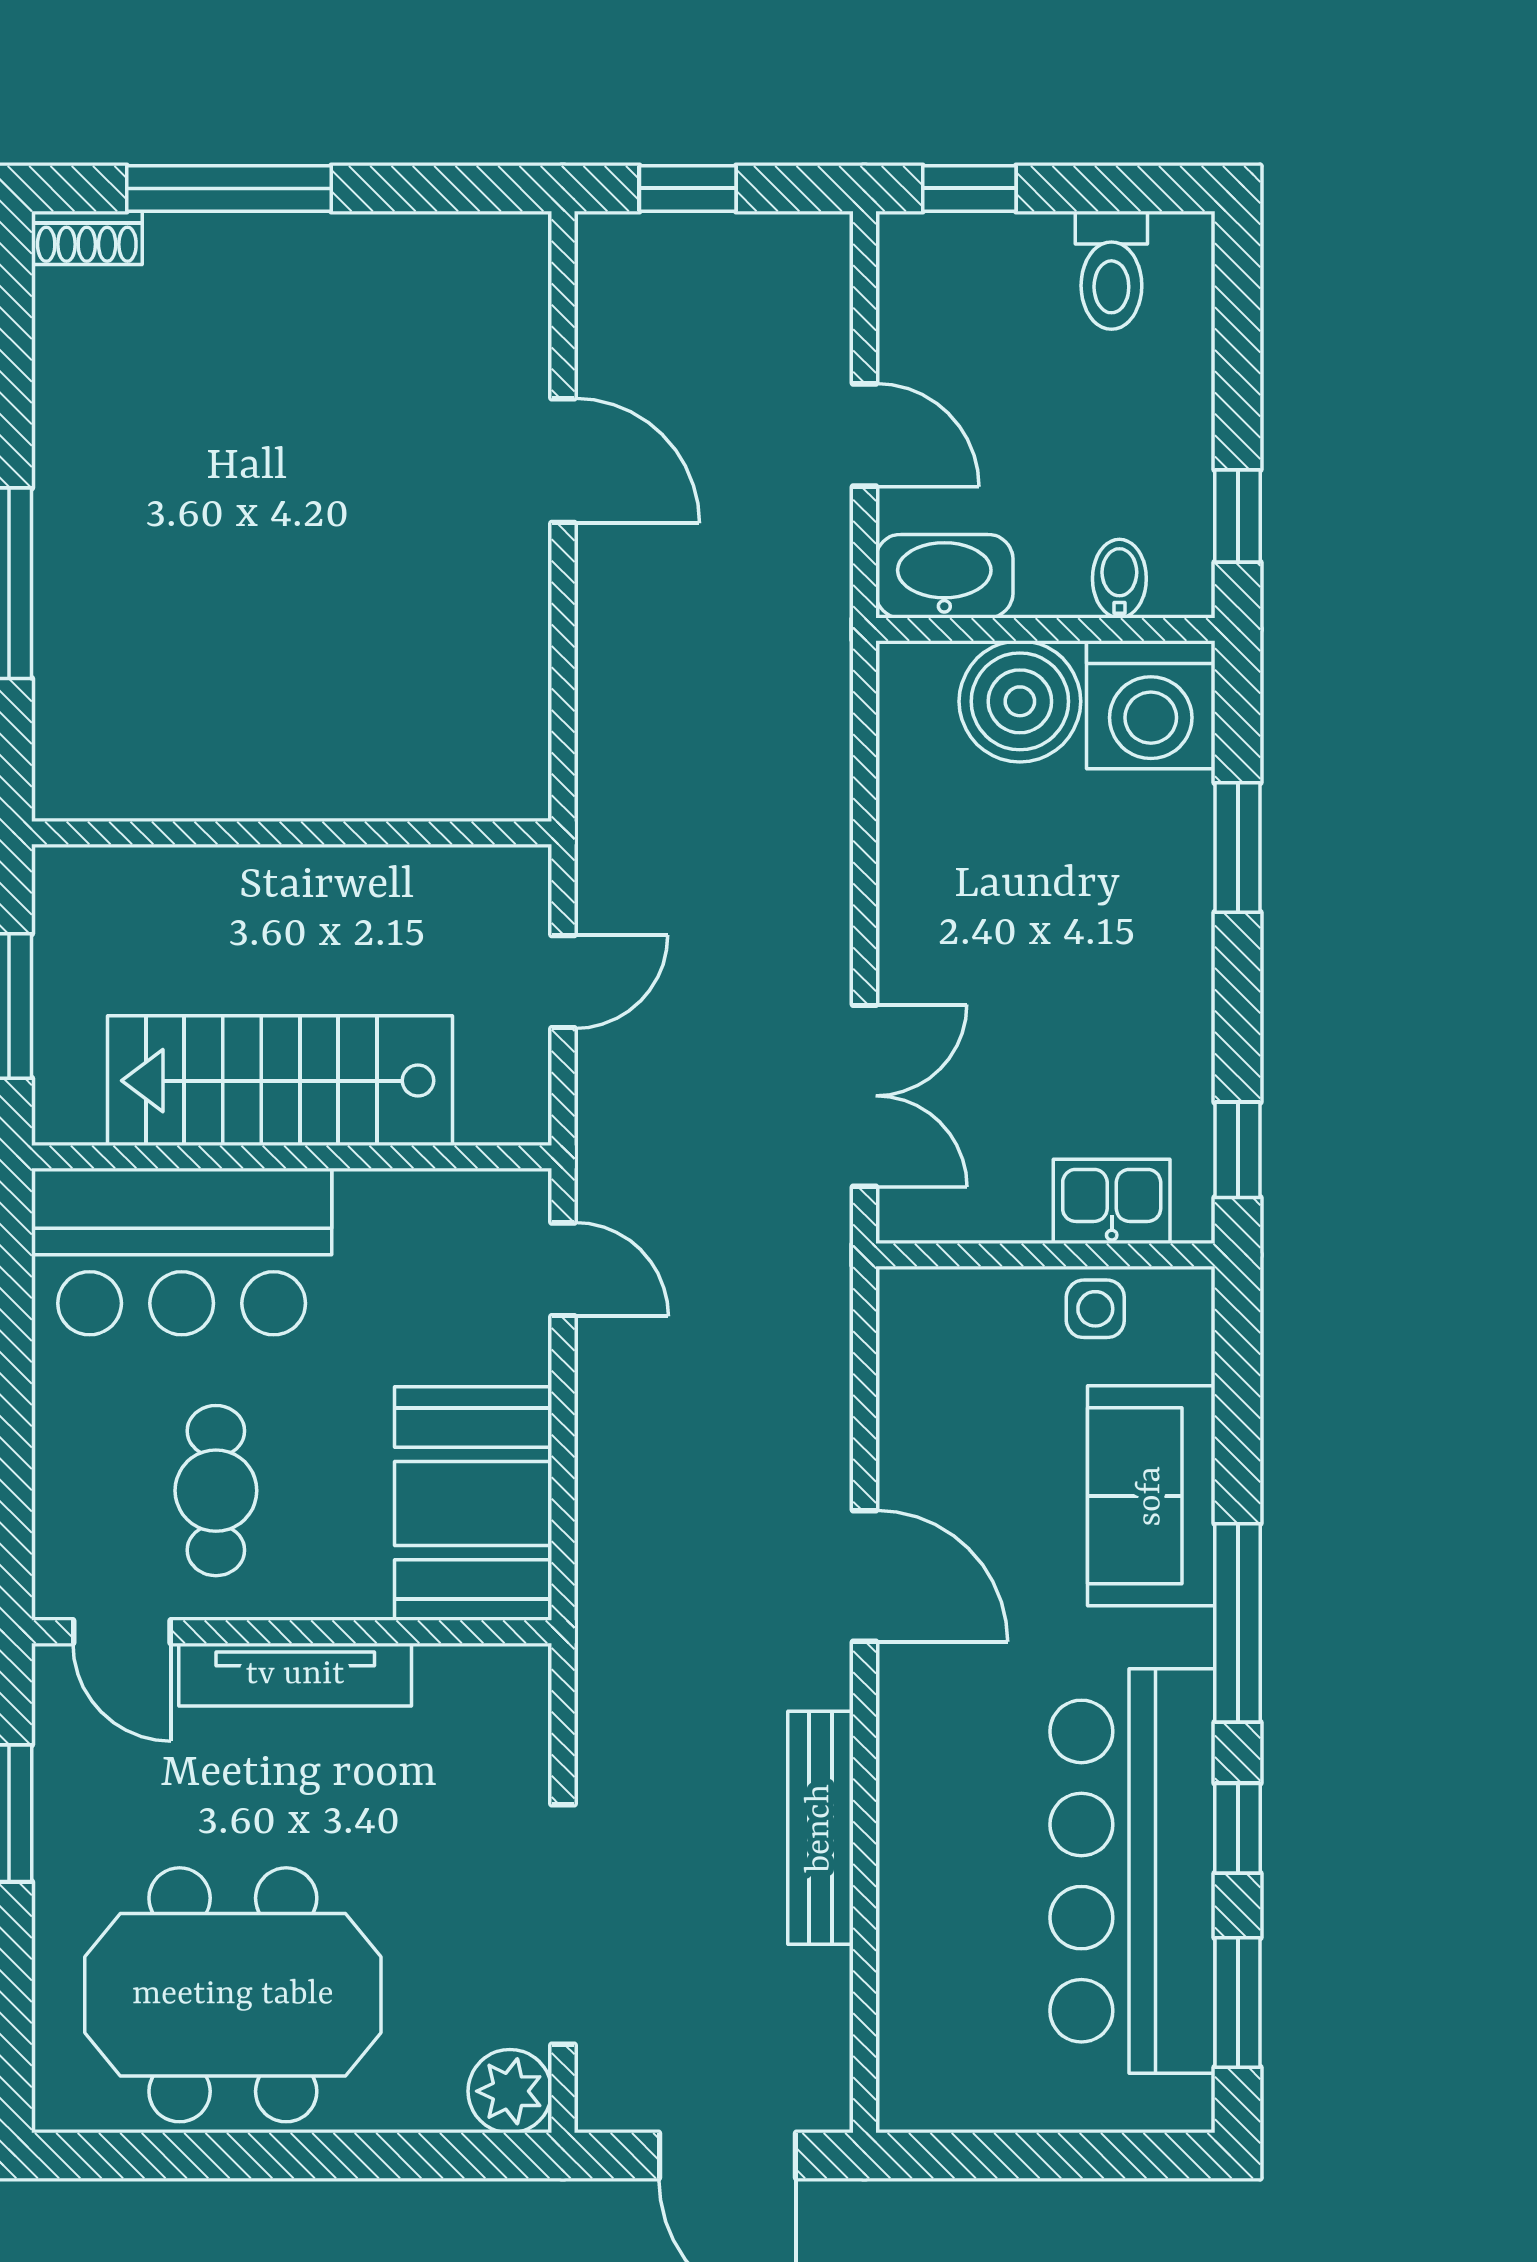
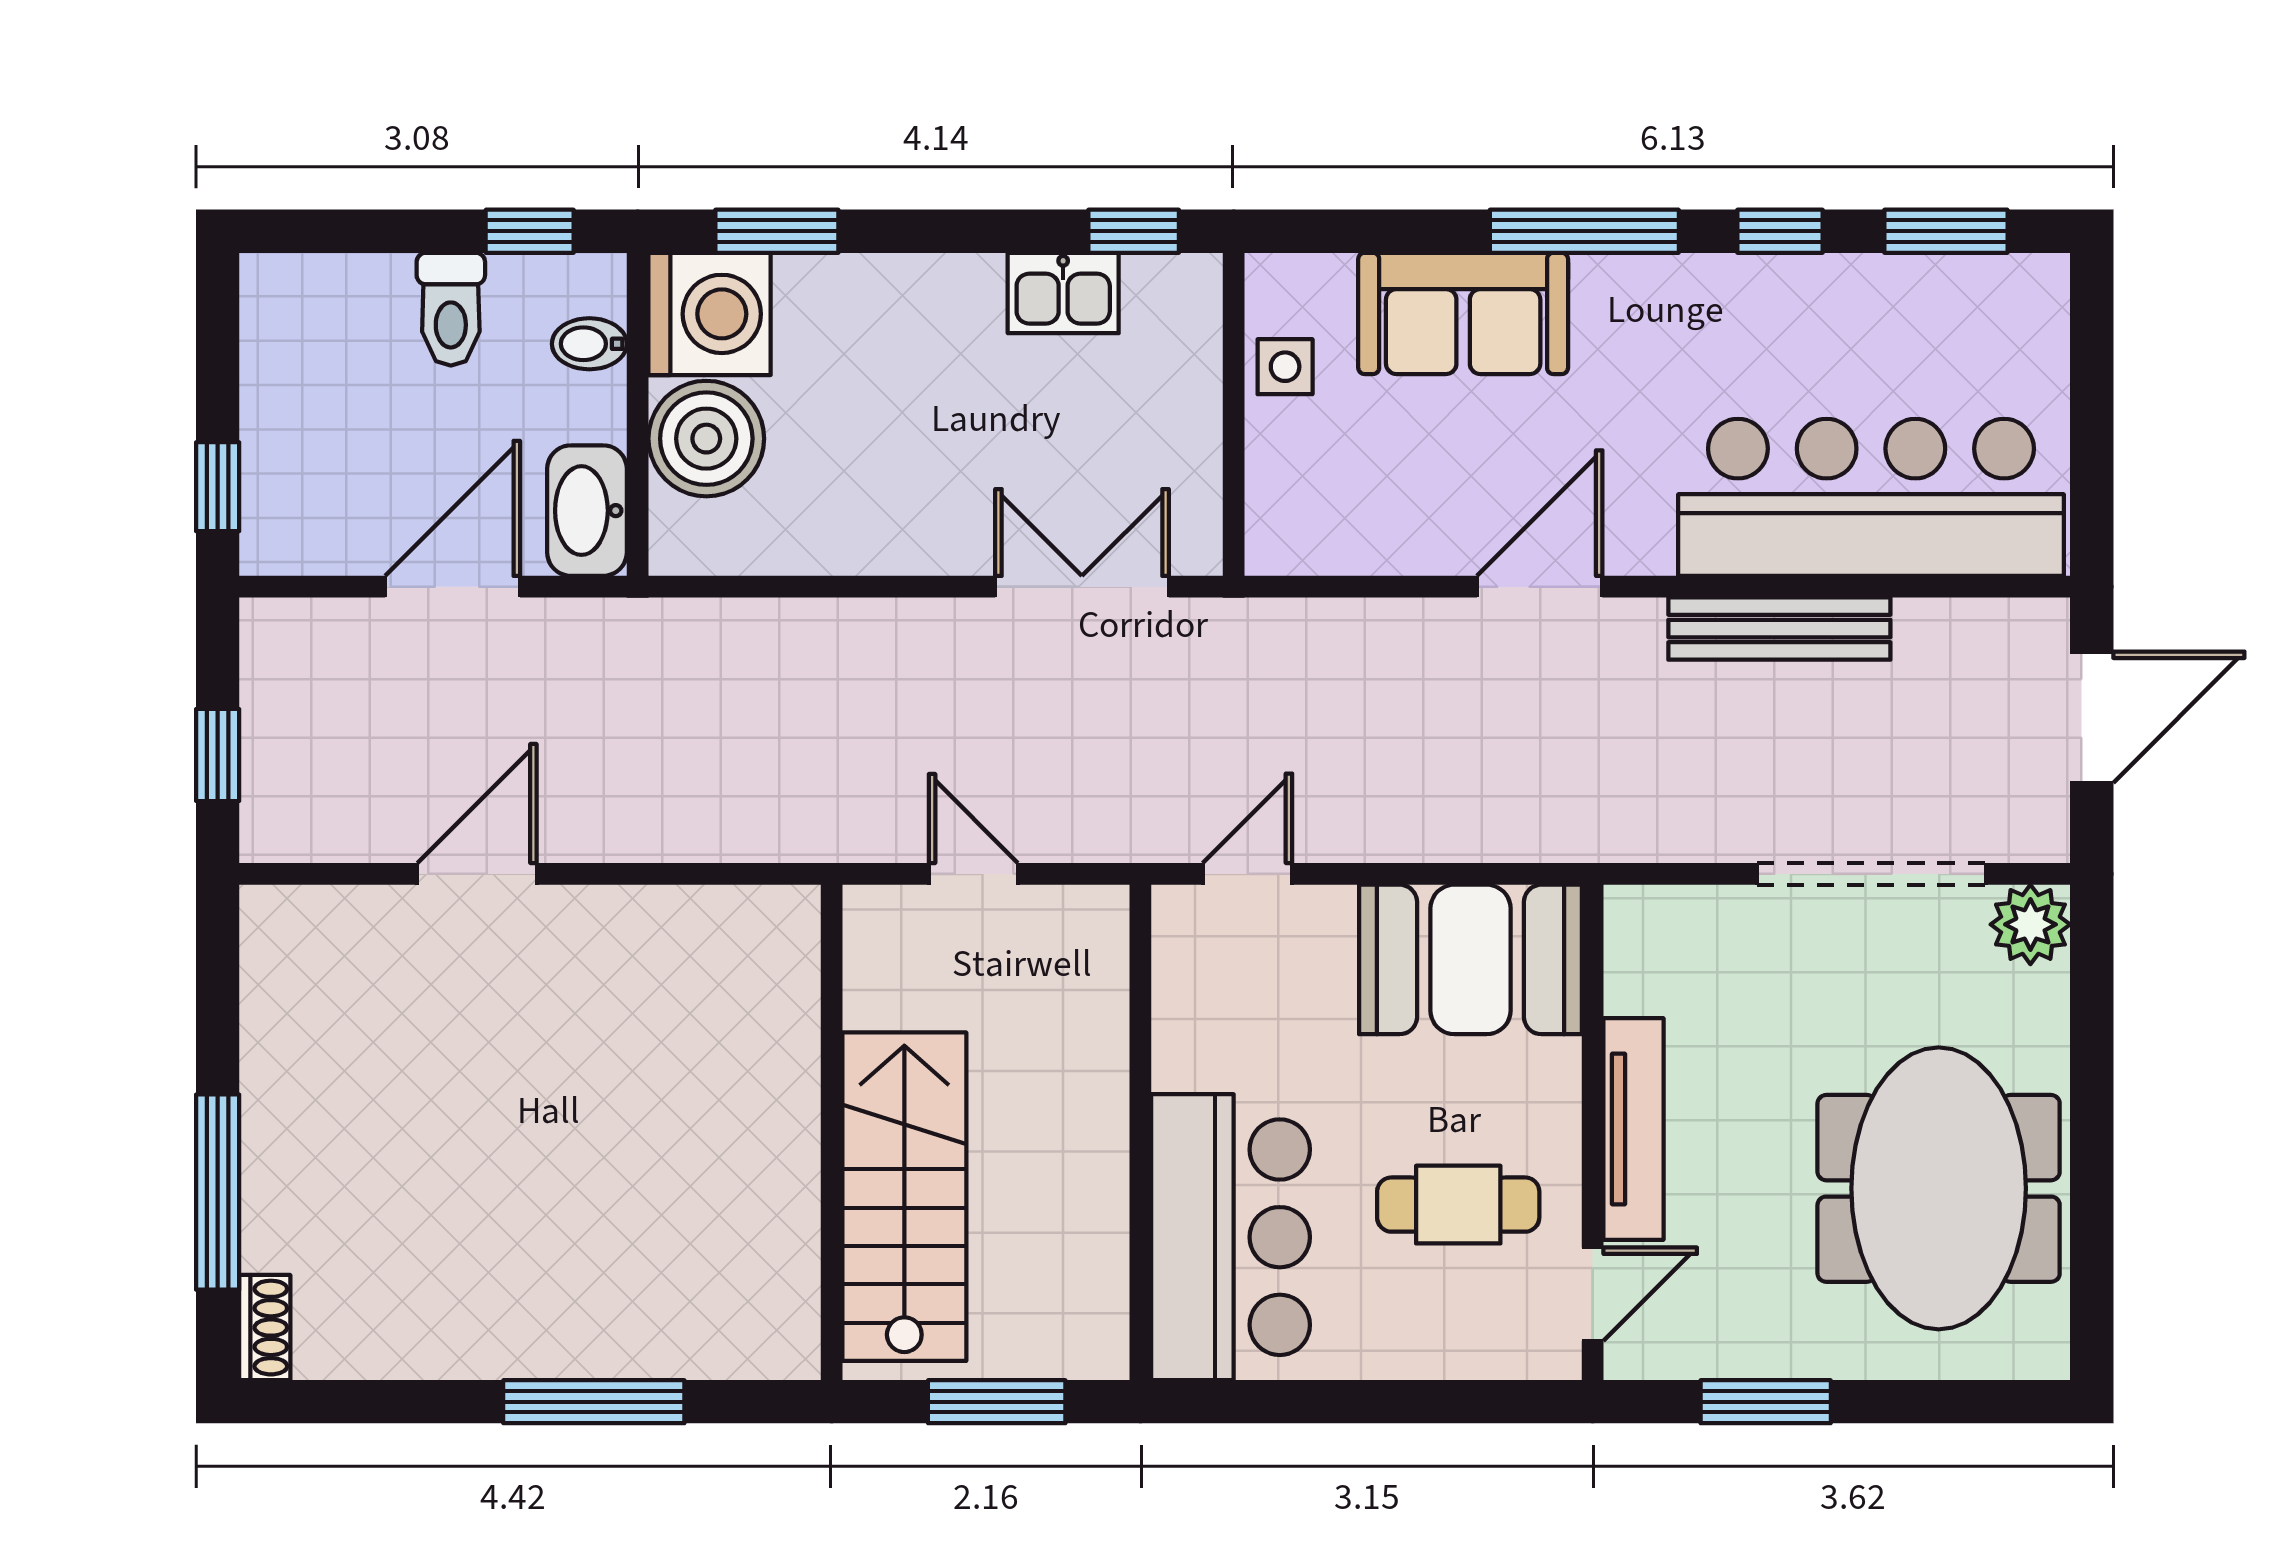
toilet: (1111, 270) -> (451, 309), moved, turned 90
door: (864, 435) -> (453, 587), width x1.38
window: (1238, 848) -> (777, 231), moved
stairs: (280, 1081) -> (904, 1197), moved, turned 180
kitchen sink: (1112, 1201) -> (1063, 293), moved, turned -90
bar counter: (1132, 1871) -> (1871, 497), moved, turned 180

